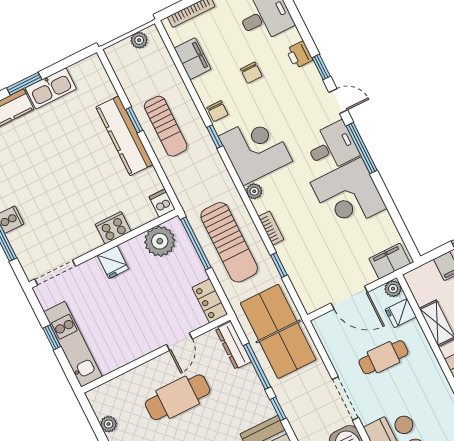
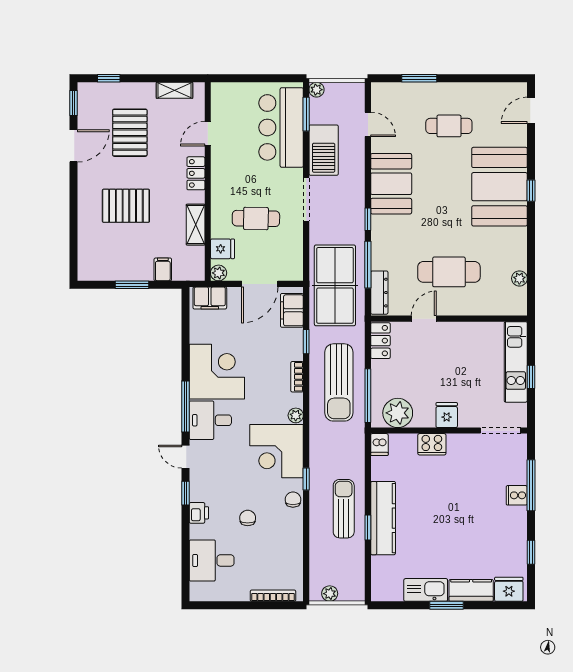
filing cabinet: (193, 59) -> (292, 310), moved
sun lounger: (229, 242) -> (339, 382), turned 180
door: (349, 298) -> (260, 284), swing flipped

